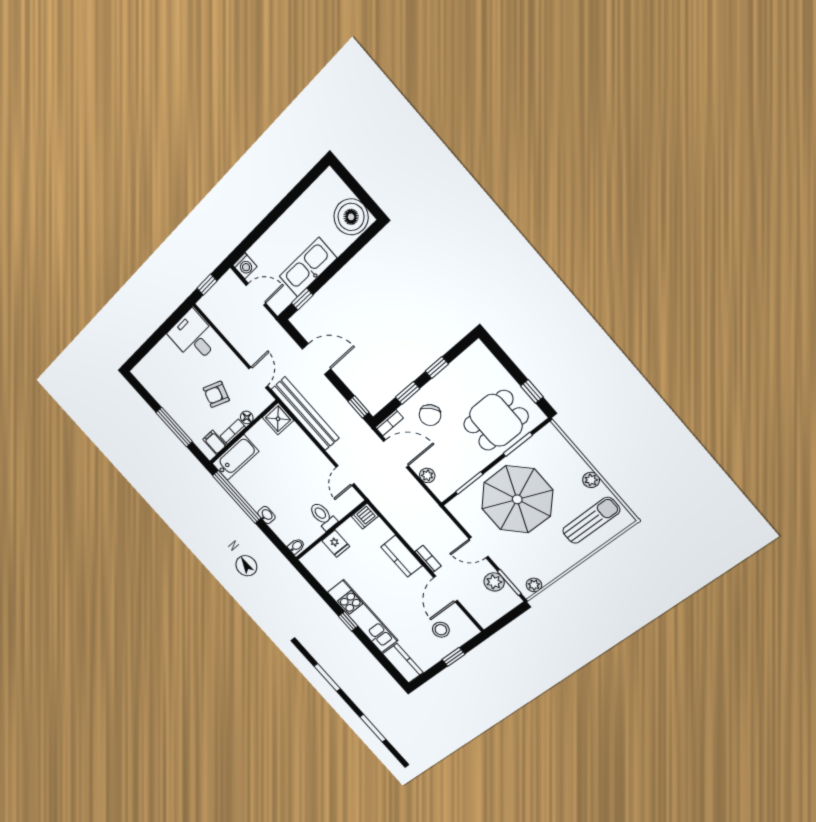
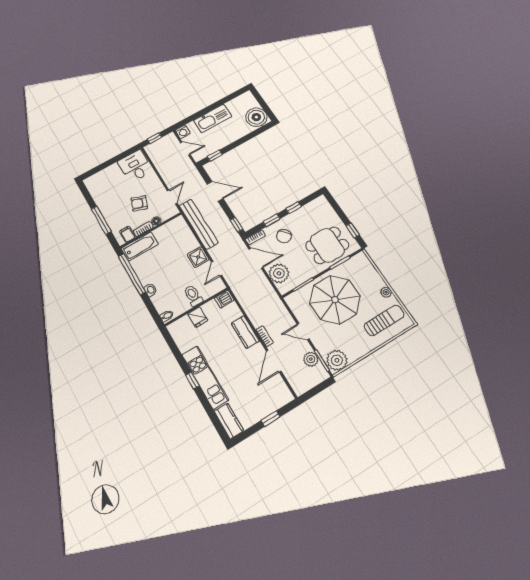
kitchen sink: (308, 267) -> (213, 118), moved, turned 180
shower: (278, 419) -> (198, 257), moved
plant: (427, 475) -> (279, 273), width x1.87, depth x1.87
plant: (534, 585) -> (337, 360), width x1.87, depth x1.87
stool: (441, 630) -> (264, 394), removed

